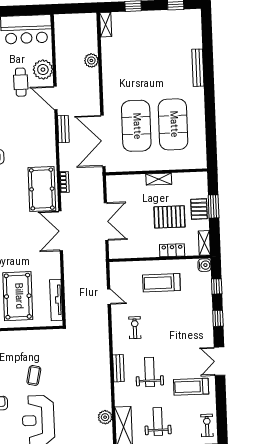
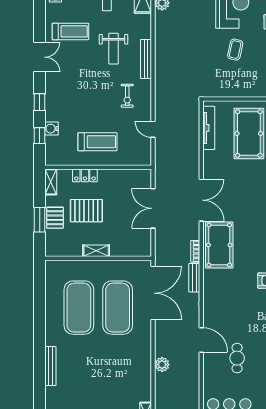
plant: (91, 60) -> (162, 365), moved
plant: (43, 70) -> (213, 370), removed
bench: (63, 129) -> (194, 278), moved
water cooler: (204, 265) -> (52, 129), moved
bench: (118, 368) -> (146, 59), width x1.36

